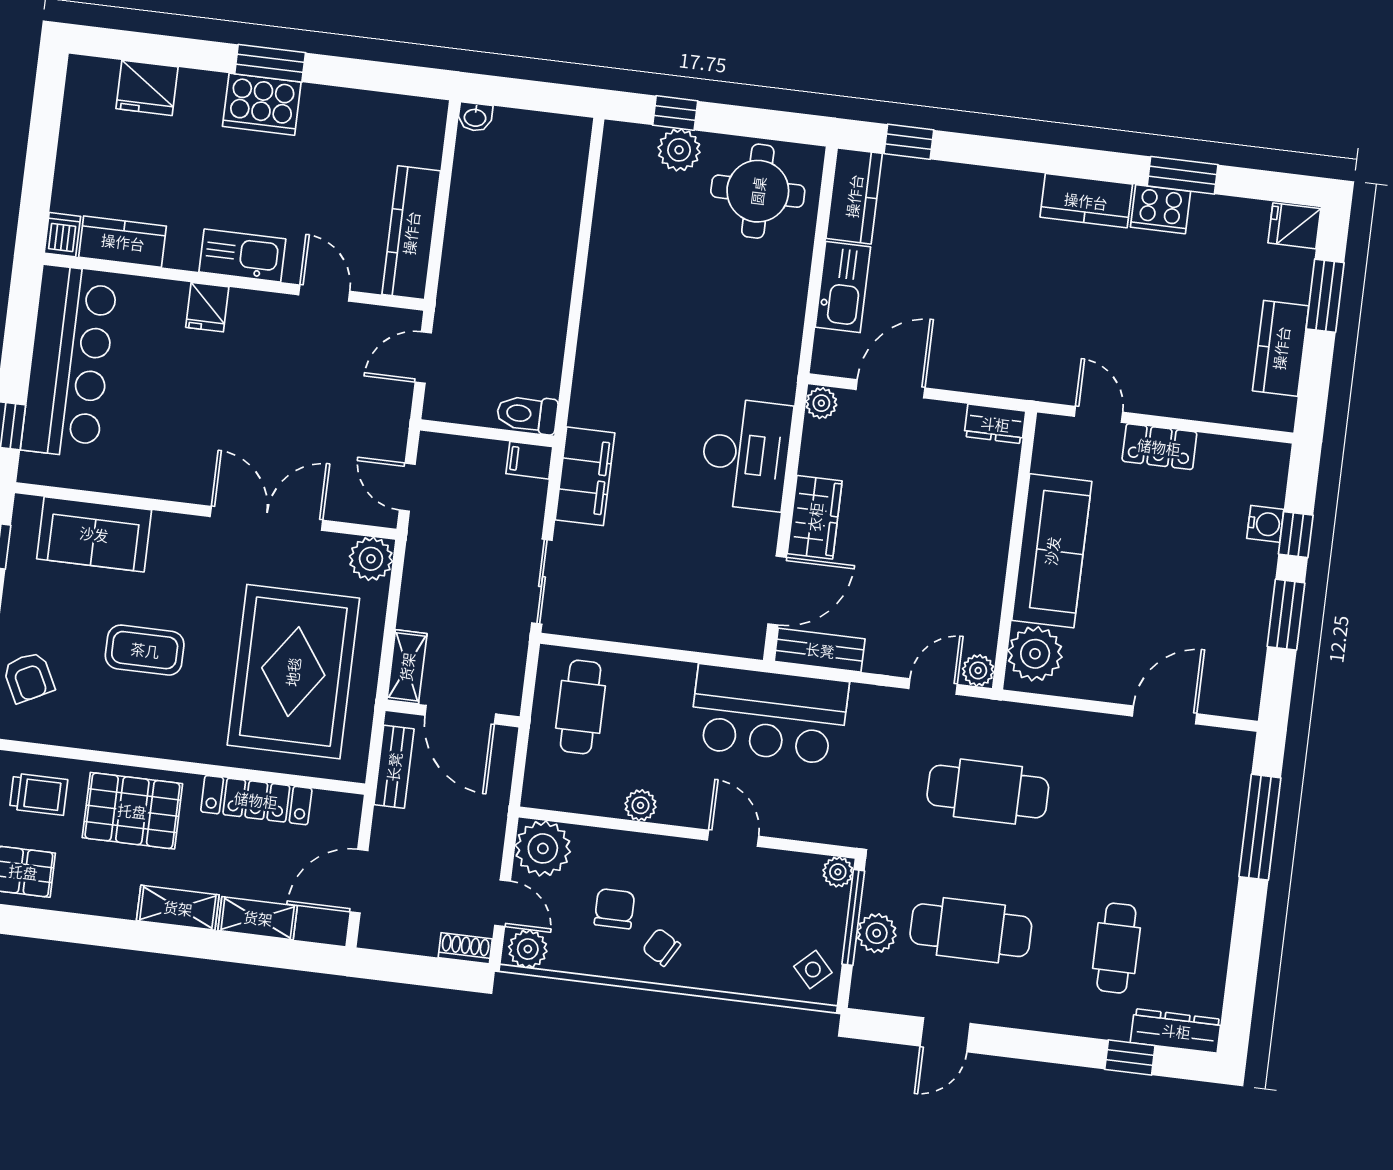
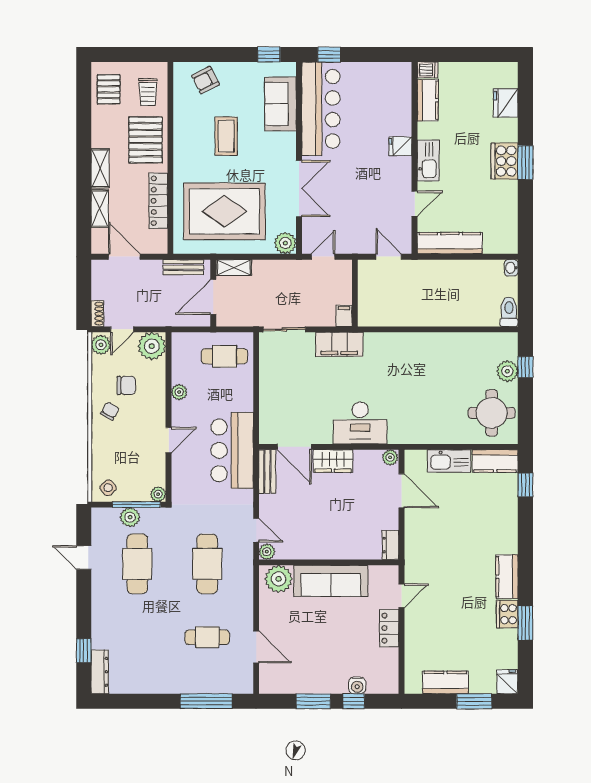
bar counter: (69, 362) -> (321, 109), moved, turned -90
toilet: (527, 414) -> (509, 312), moved
cafe table: (1116, 948) -> (207, 637), moved

